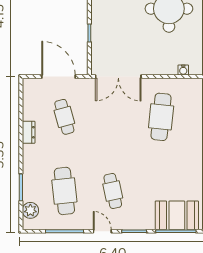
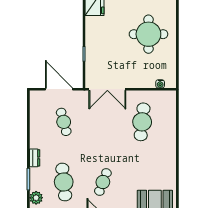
dresser: (29, 132) -> (35, 158), moved
cafe table: (113, 191) -> (103, 182), turned 33

